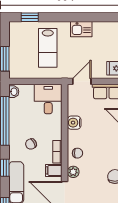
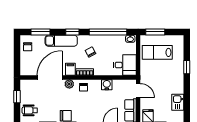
window: (30, 17) -> (187, 67), moved
kitchen sink: (81, 29) -> (178, 102), moved
lab bench: (48, 48) -> (157, 52), moved

